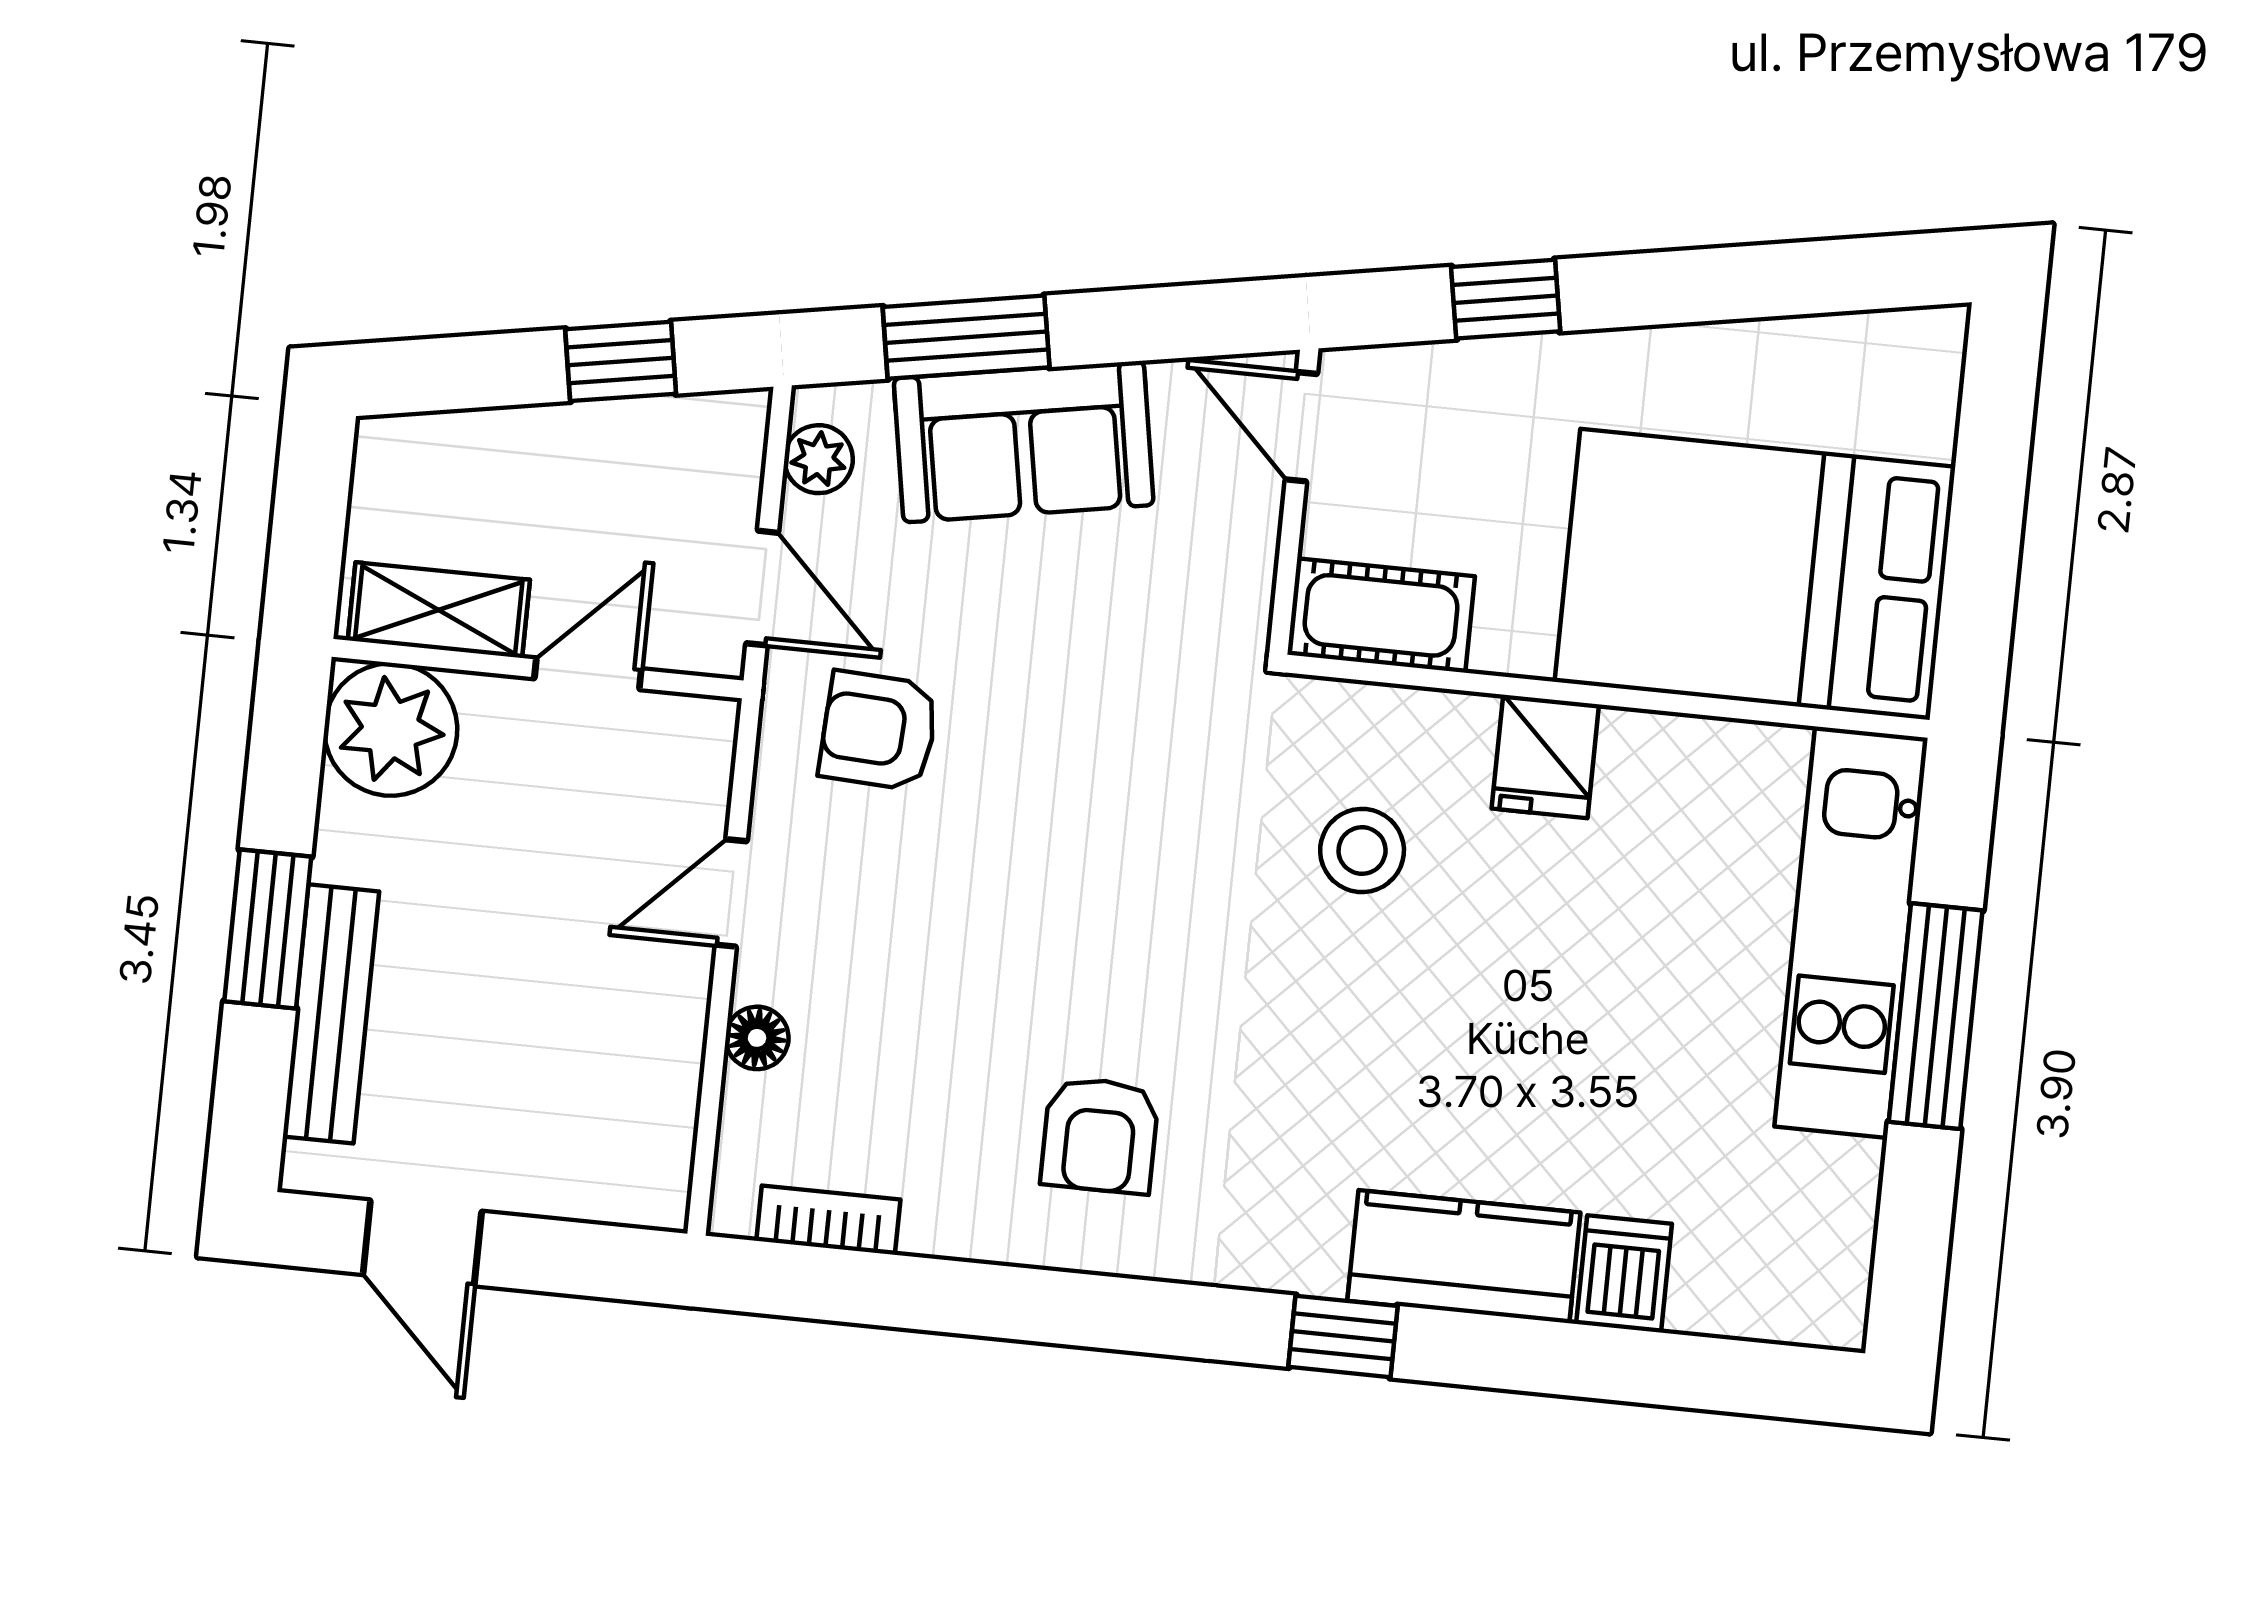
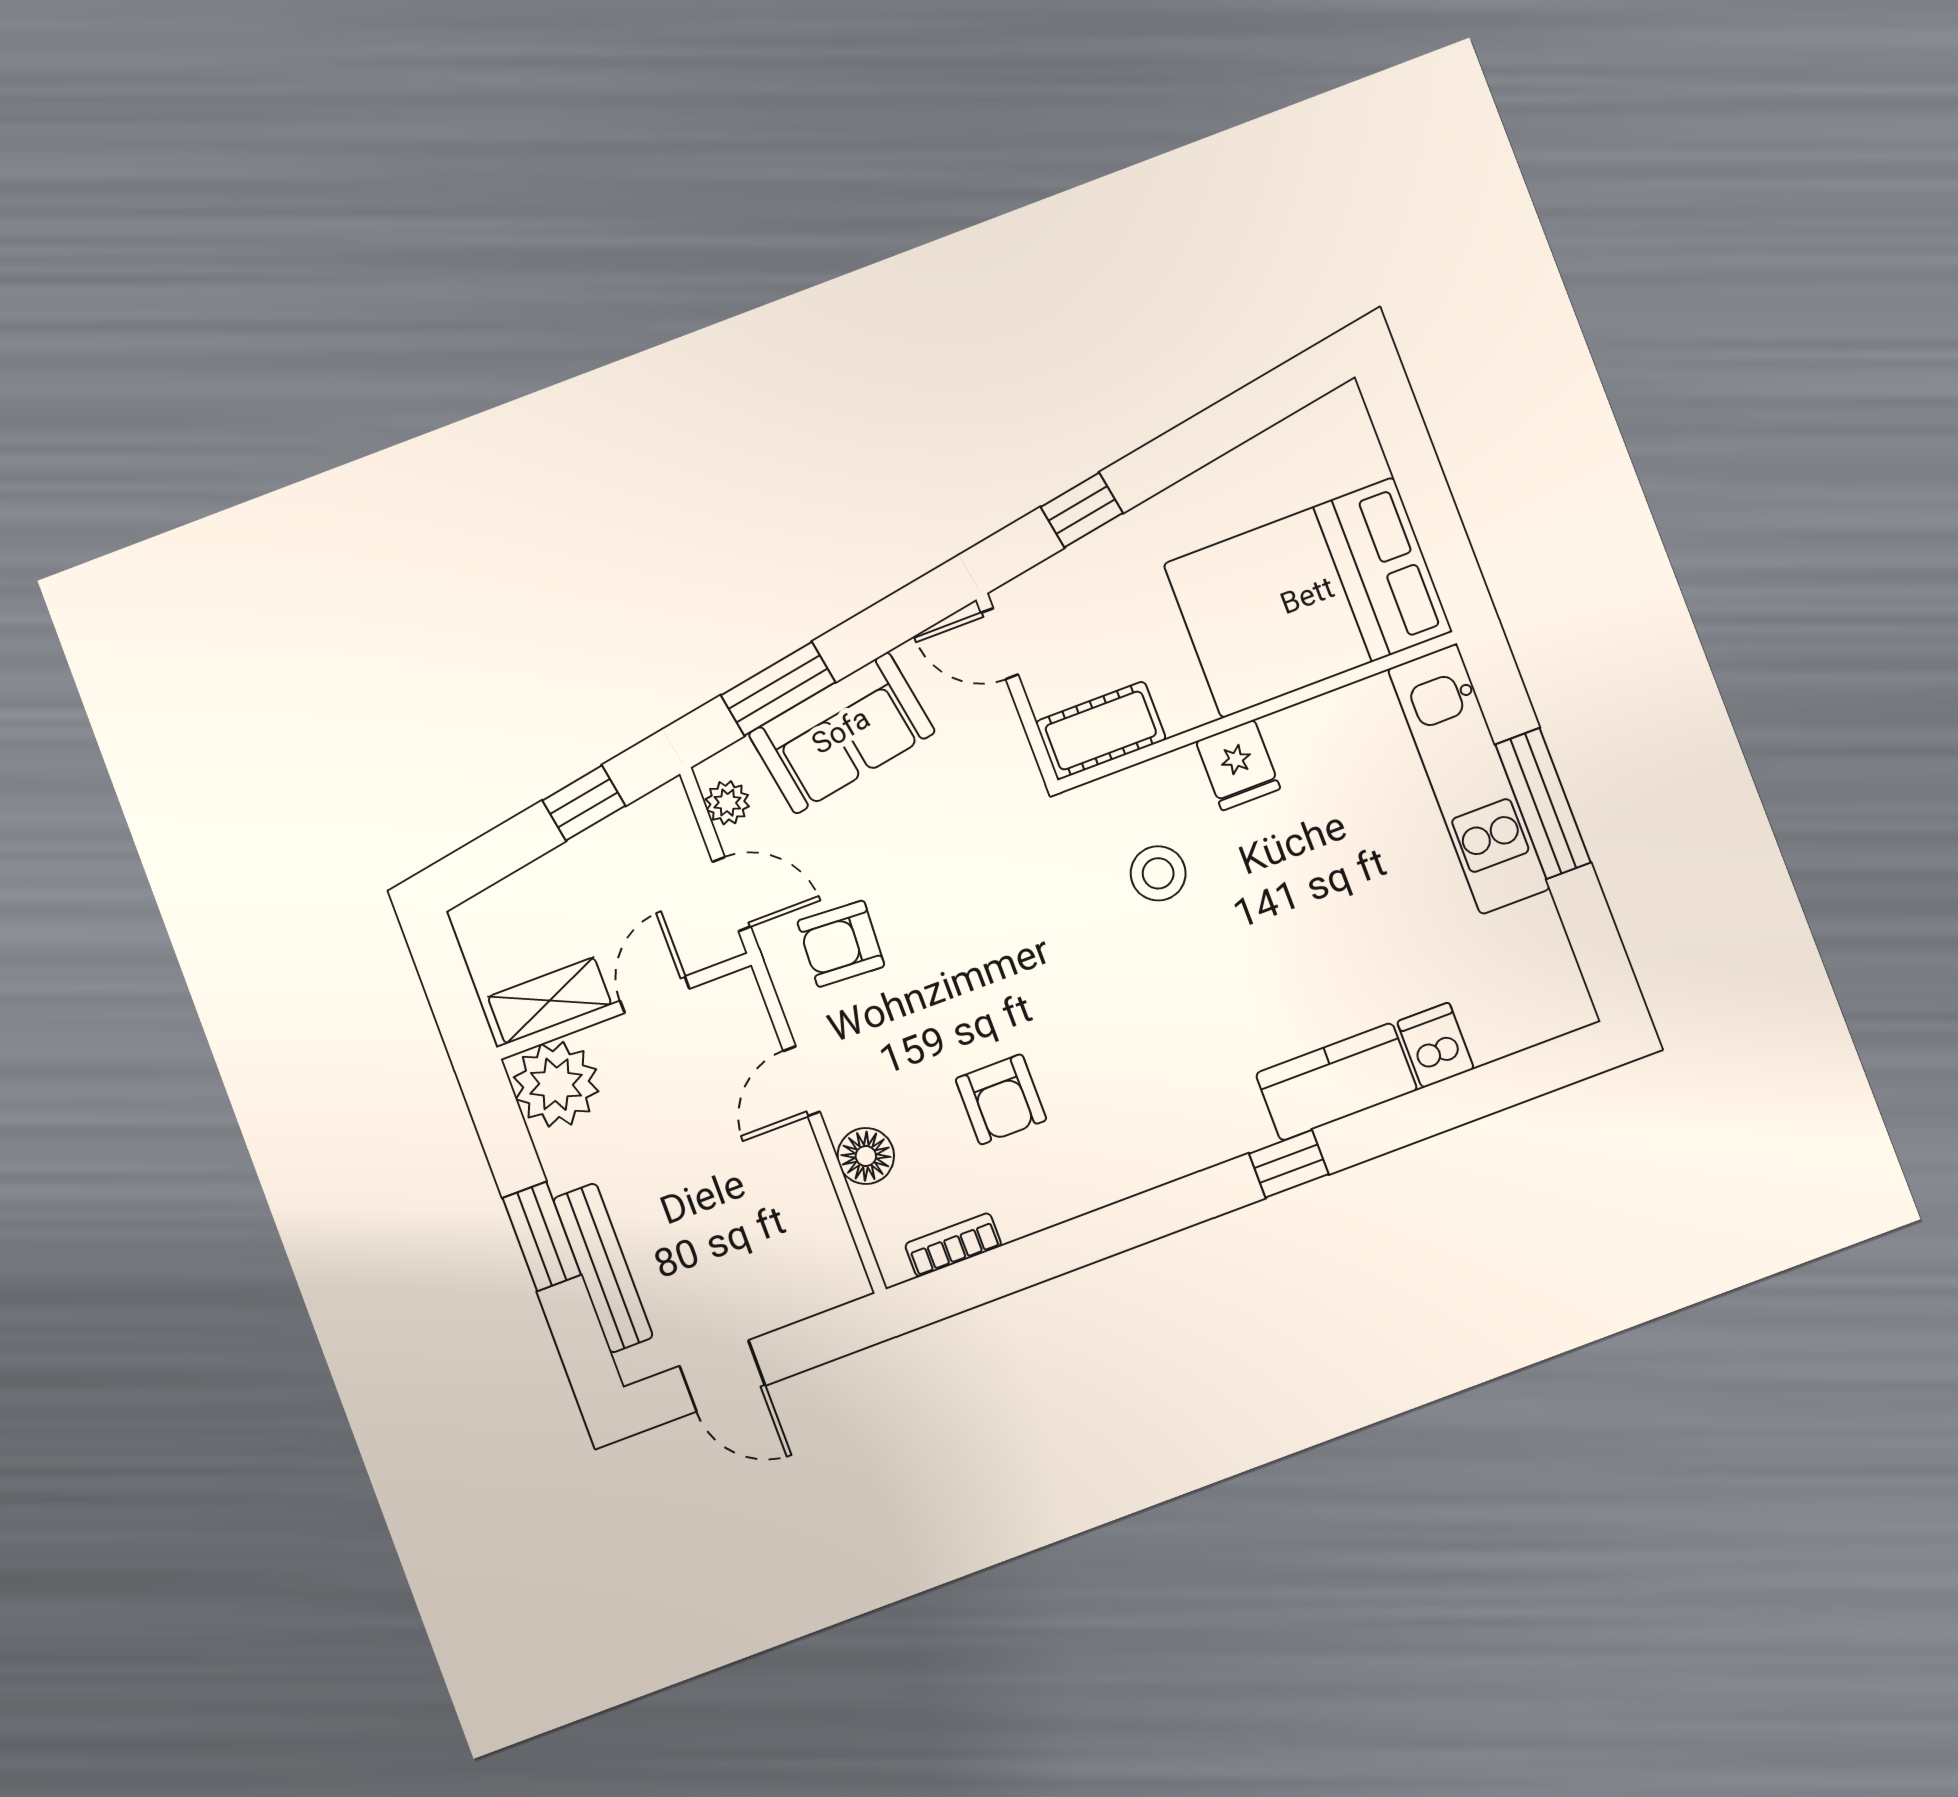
floor lamp: (757, 1038) -> (866, 1156), width x1.37, depth x1.37
armchair: (1100, 1135) -> (1001, 1099), moved

